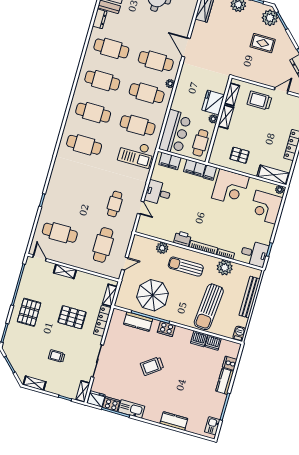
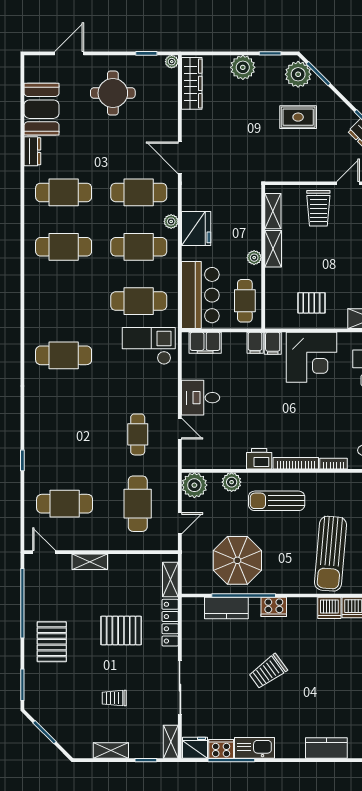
trolley: (259, 100) -> (318, 208), turned -90
fridge: (213, 102) -> (196, 228), moved, turned 180
cafe table: (93, 113) -> (64, 301), removed
checkout: (136, 154) -> (149, 346), turned 180
filing cabinet: (195, 168) -> (255, 343), width x0.50
plant: (225, 268) -> (194, 485), moved
shelving: (35, 383) -> (111, 750), moved

